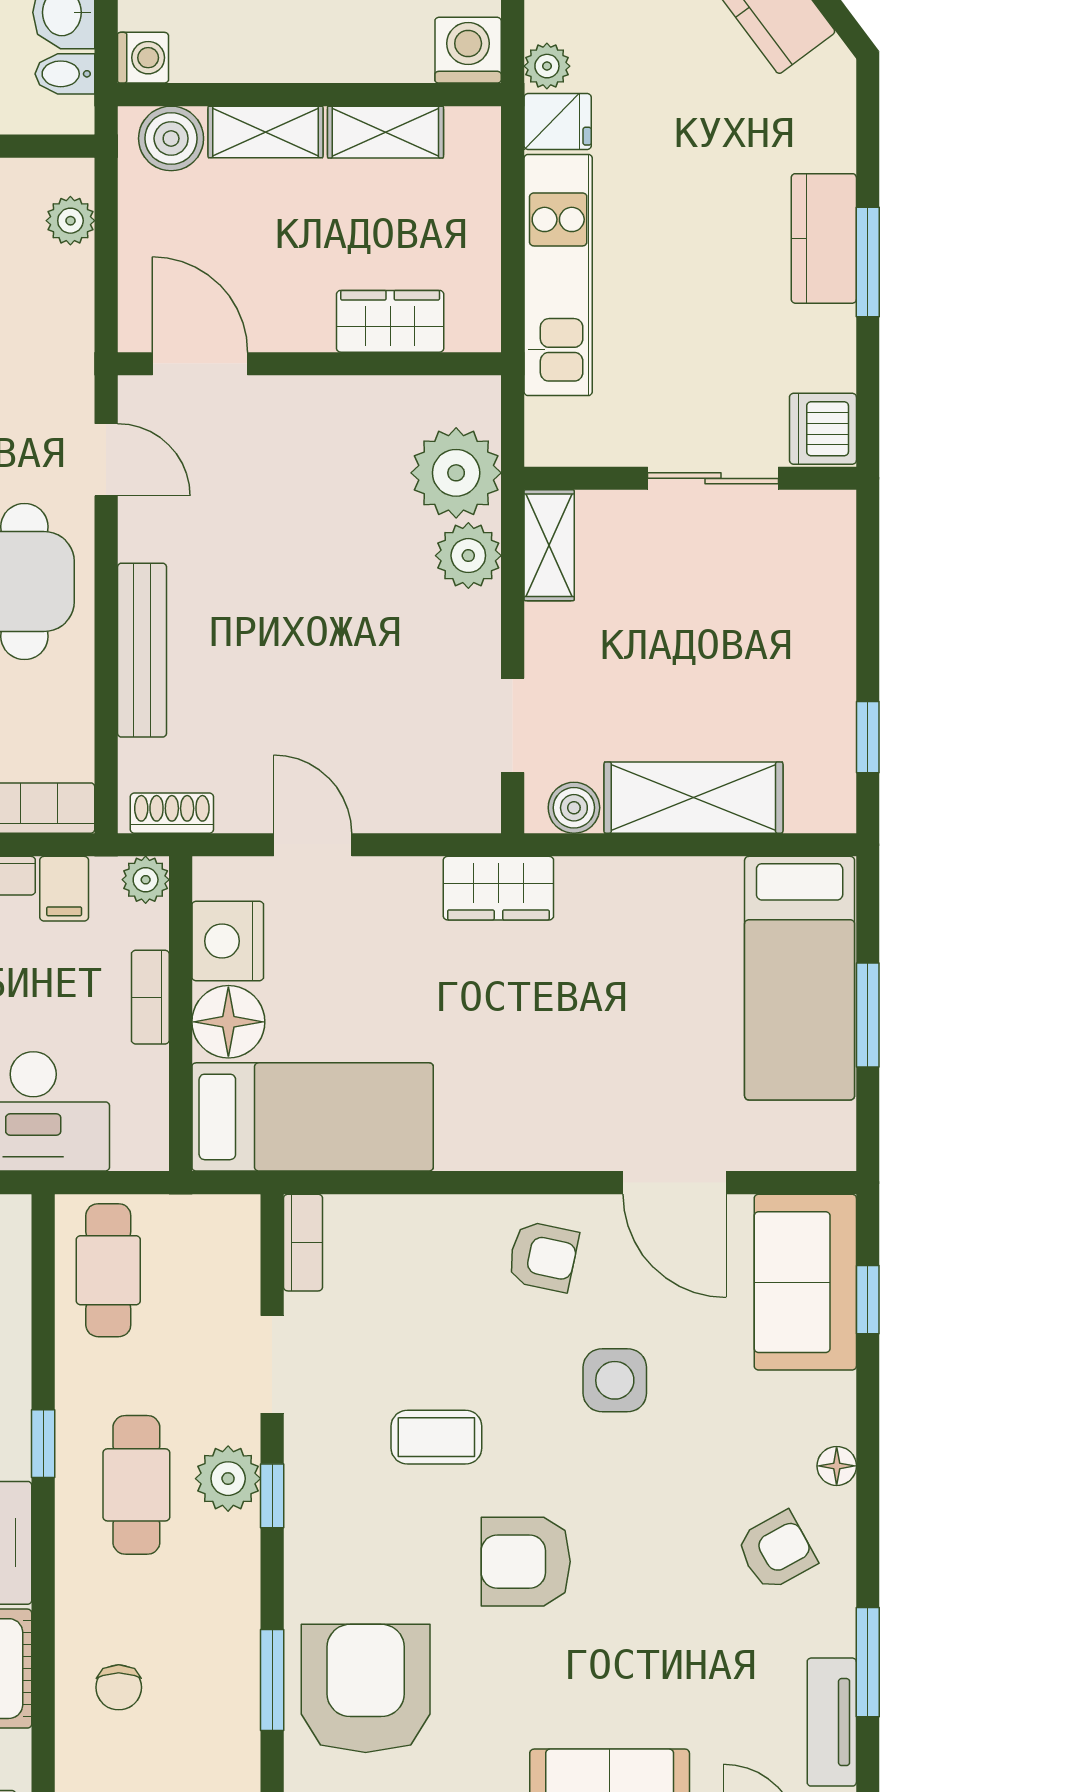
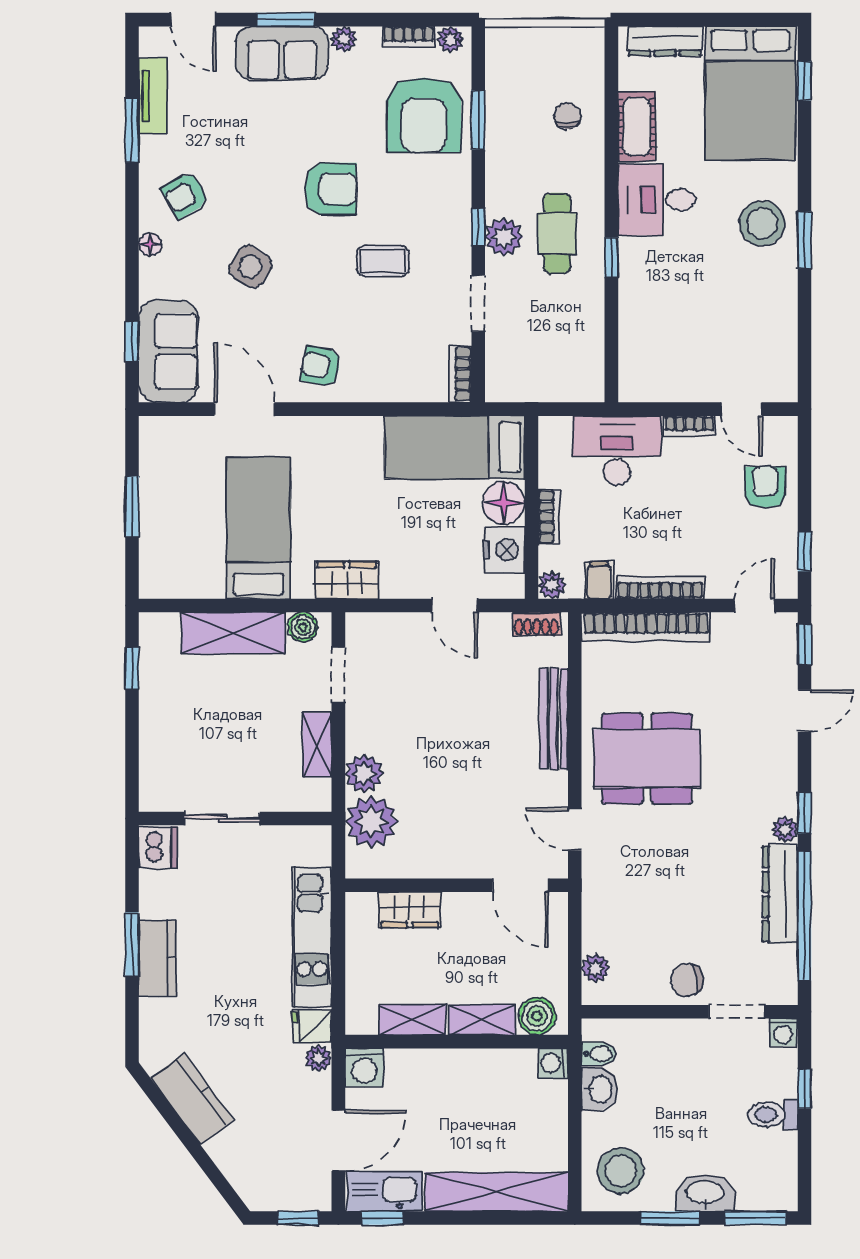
shelving: (549, 545) -> (317, 745), moved
bed: (800, 978) -> (258, 528), moved
cafe table: (108, 1270) -> (573, 358), removed
side table: (615, 1380) -> (250, 267), moved, turned 32

